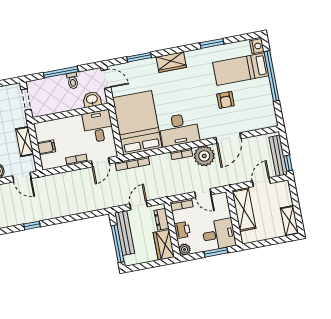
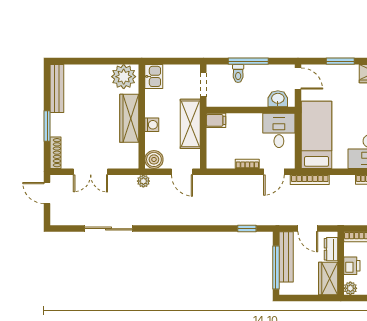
toilet: (73, 81) -> (238, 73), moved
bed: (137, 123) -> (317, 135), width x0.67
shelving: (25, 142) -> (190, 124), width x1.50, depth x1.33
filing cabinet: (46, 147) -> (216, 120), moved
door: (139, 205) -> (308, 229), swing flipped
window: (32, 225) -> (247, 229), moved

